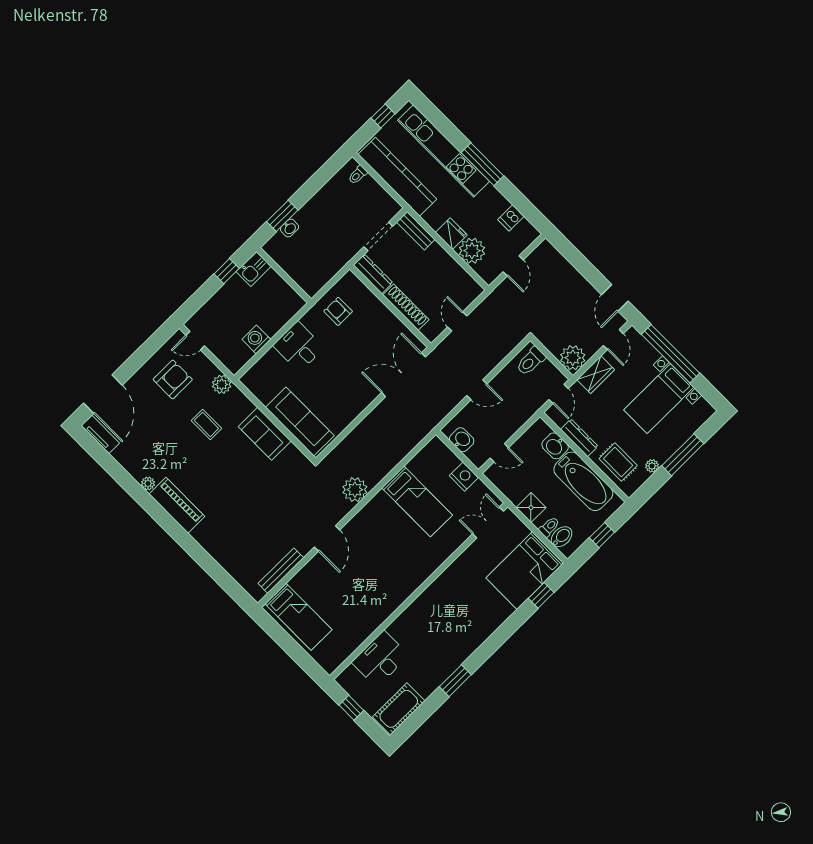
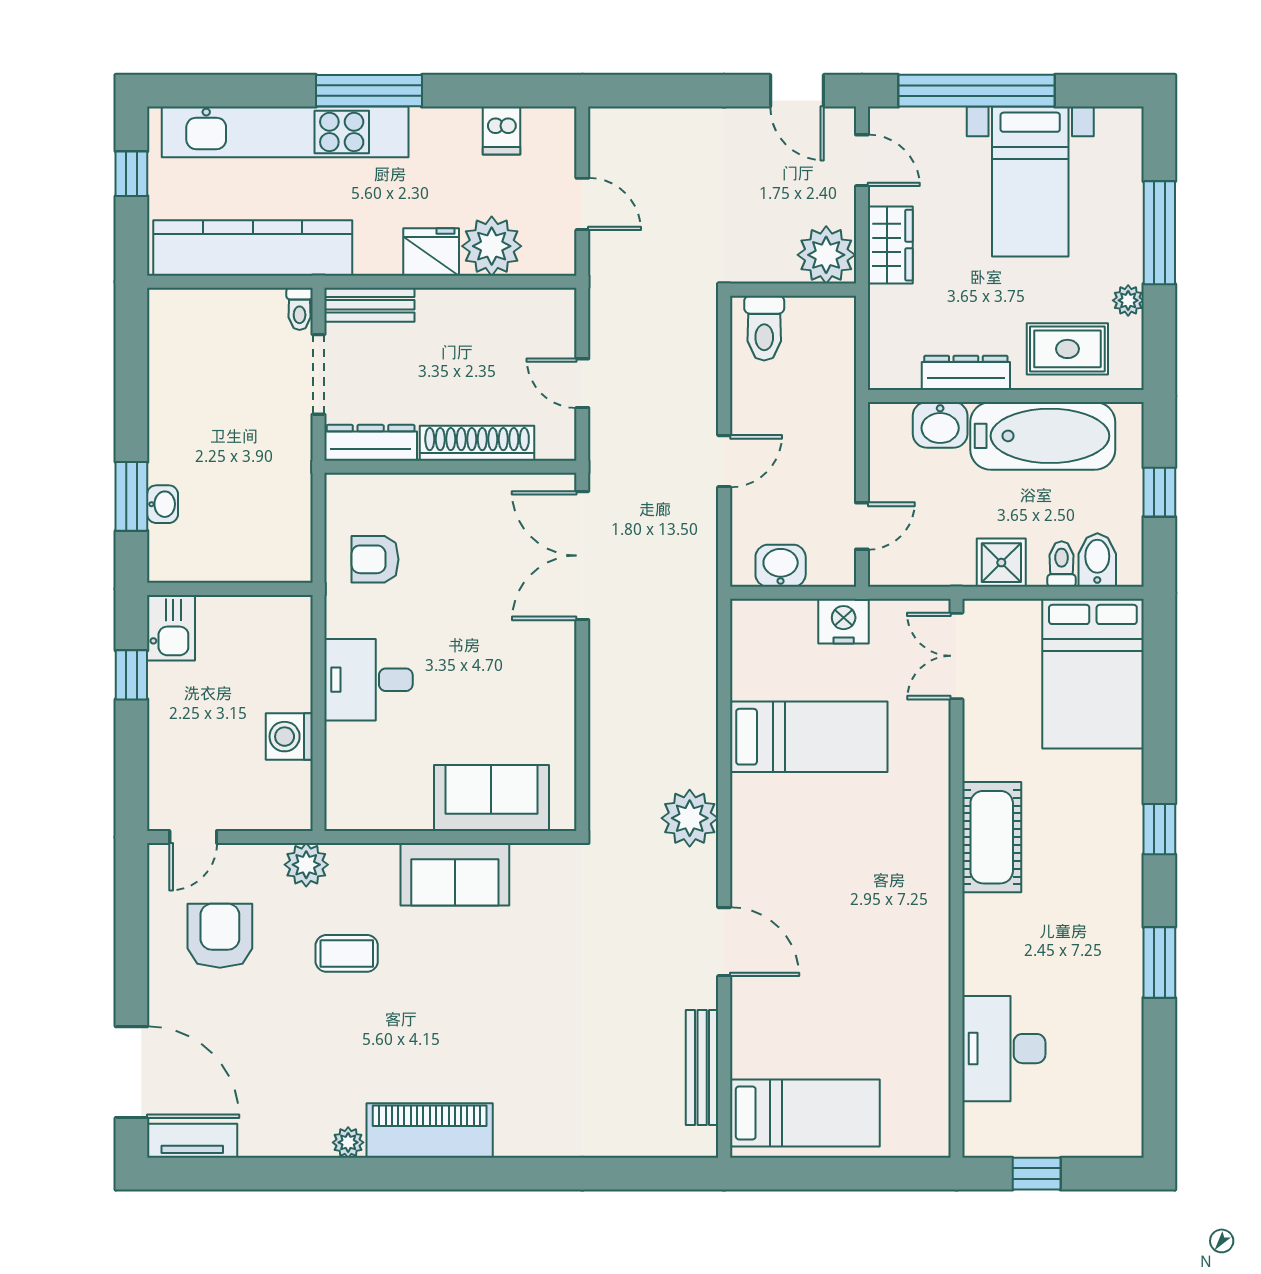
toilet: (358, 175) -> (300, 309), moved
door: (559, 394) -> (862, 336), removed
sofa: (300, 422) -> (491, 798), width x0.73
window: (541, 595) -> (1159, 829), moved
cot: (399, 709) -> (992, 837), moved

